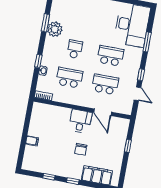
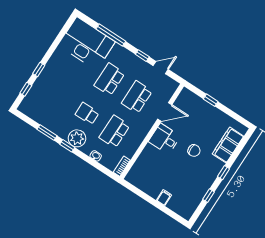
plant: (55, 29) -> (77, 138), moved
window: (147, 42) -> (111, 35), width x1.44
window: (38, 61) -> (67, 146), moved

